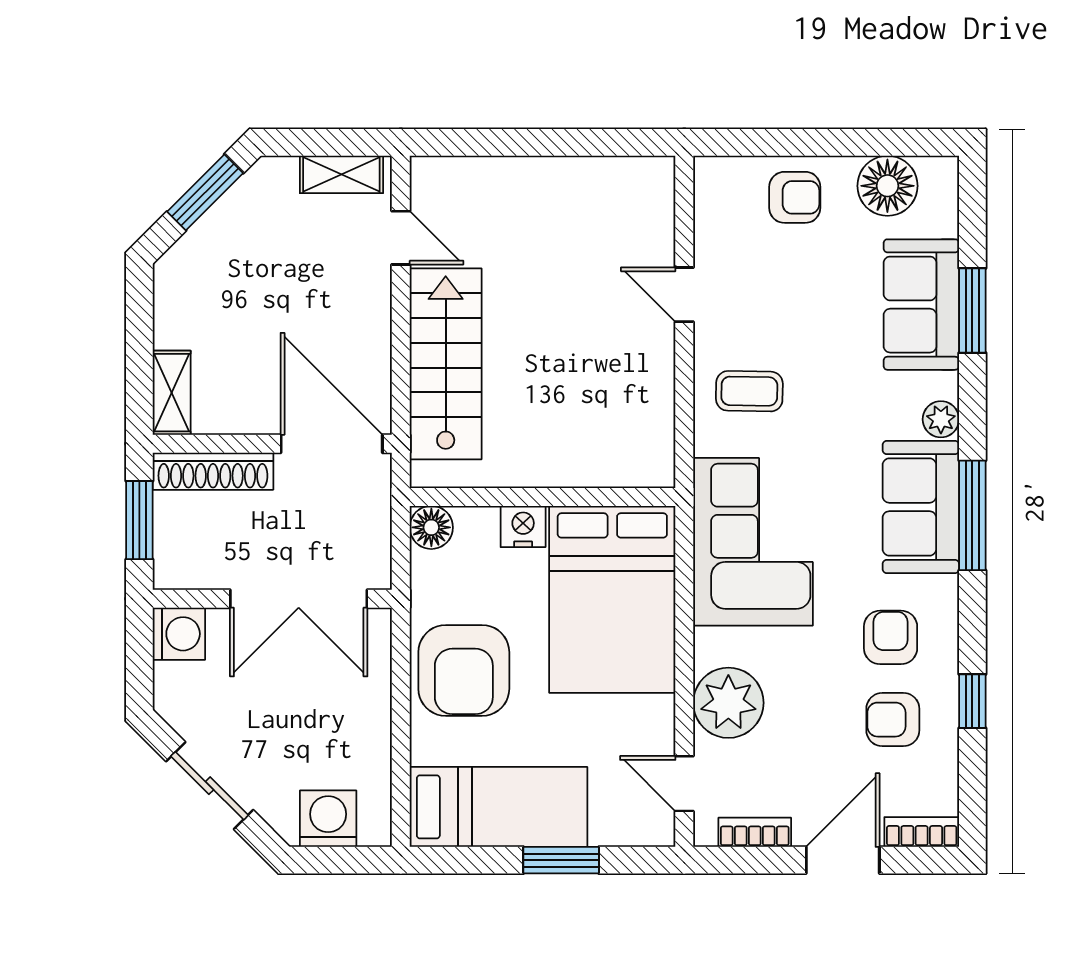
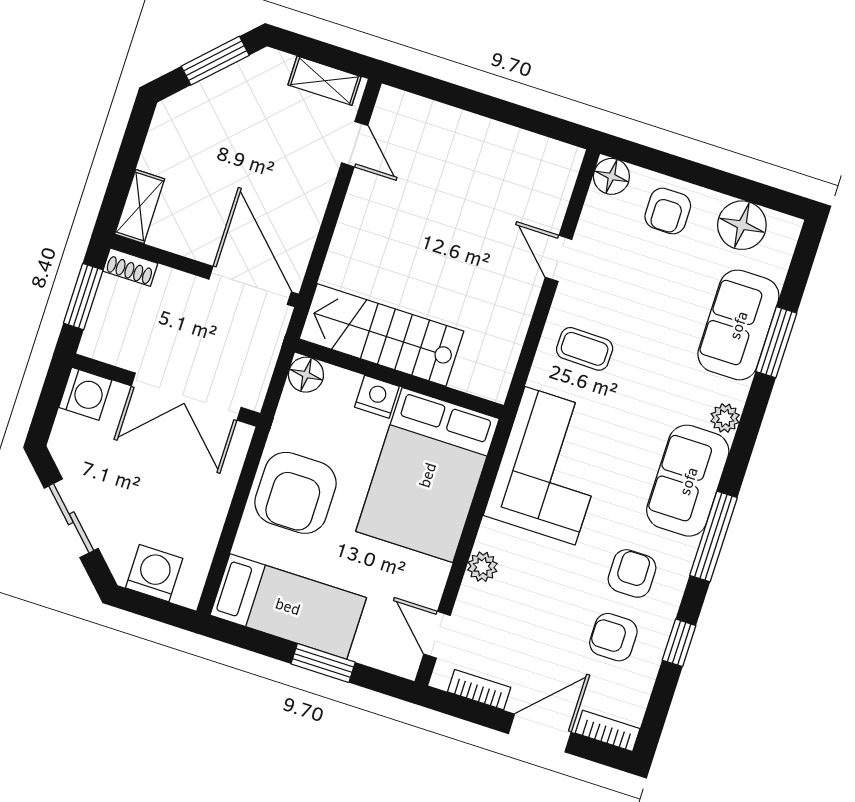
floor lamp: (715, 178) -> (611, 176), added
armchair: (795, 197) -> (668, 211), turned 90
stairs: (446, 364) -> (381, 335), moved, turned -90
shoe rack: (213, 471) -> (130, 267), width x0.51, depth x0.81
window: (972, 515) -> (713, 536), moved
plant: (728, 703) -> (482, 567), width x0.53, depth x0.53

